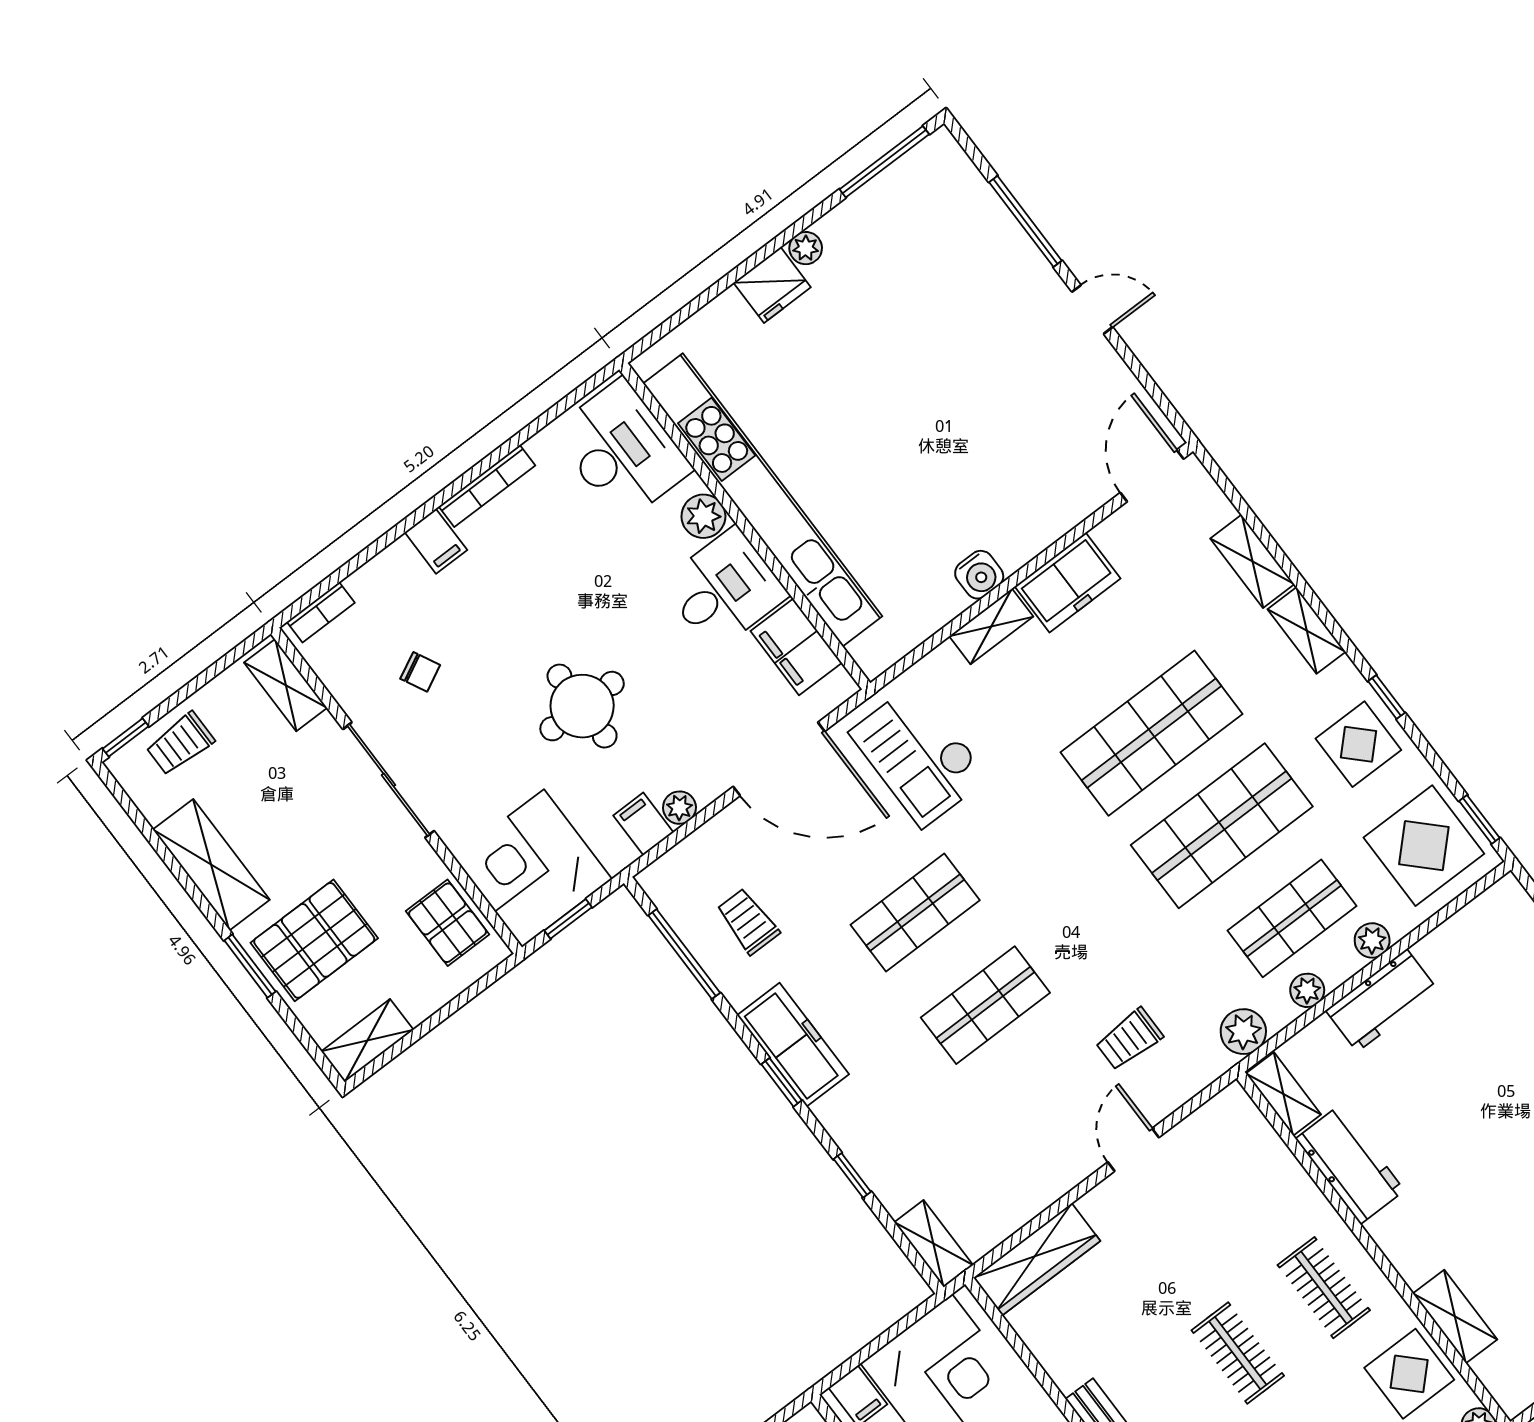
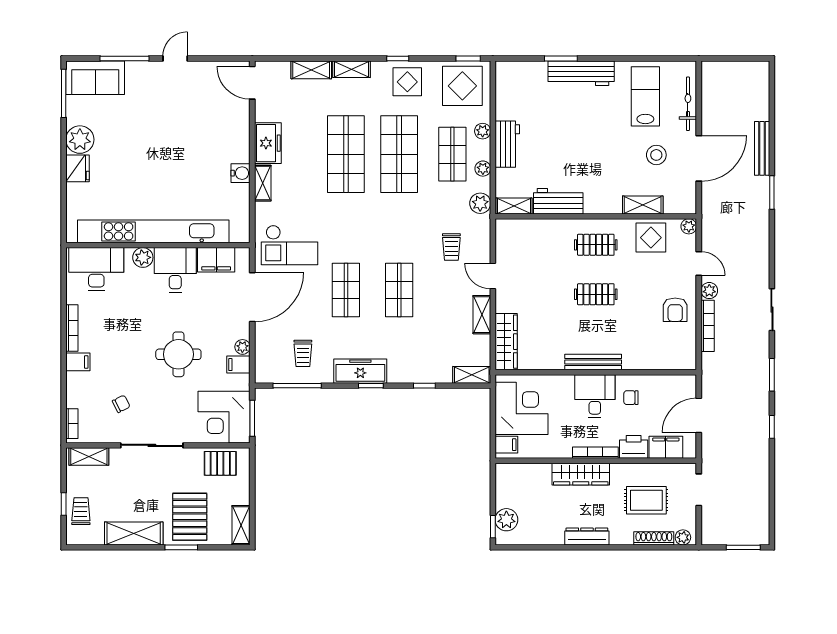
sofa: (953, 196) -> (95, 78), added
plant: (806, 248) -> (80, 140), width x1.88, depth x1.88
window: (126, 738) -> (64, 504), moved
trolley: (180, 744) -> (81, 511), turned 180
window: (568, 919) -> (252, 418), width x1.50
trolley: (748, 921) -> (303, 353), turned -90
shelving: (1052, 1182) -> (482, 315), added

